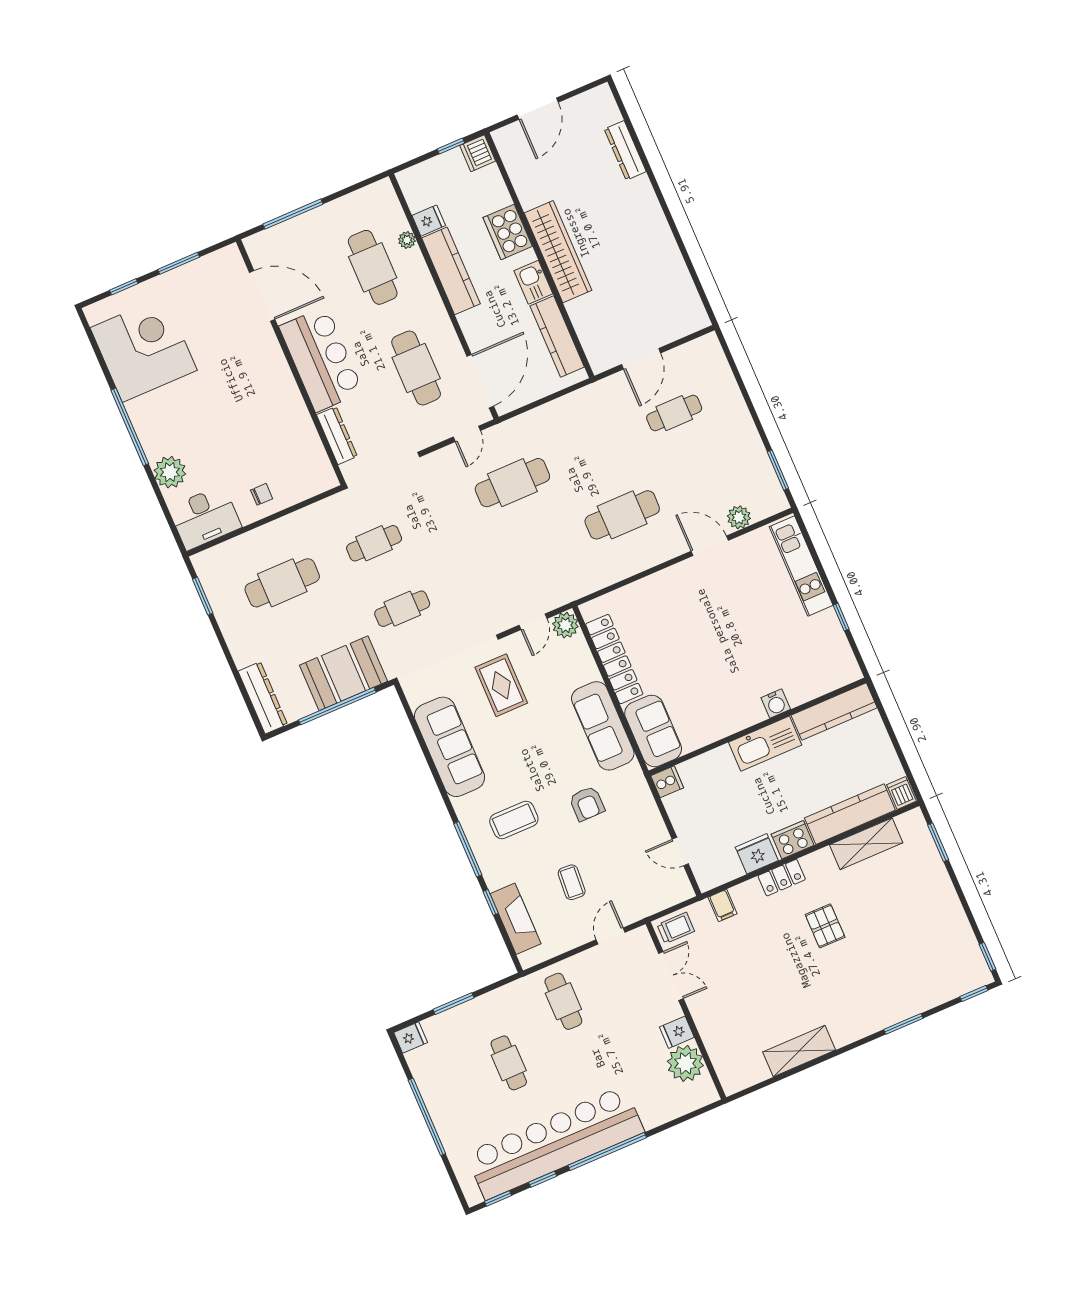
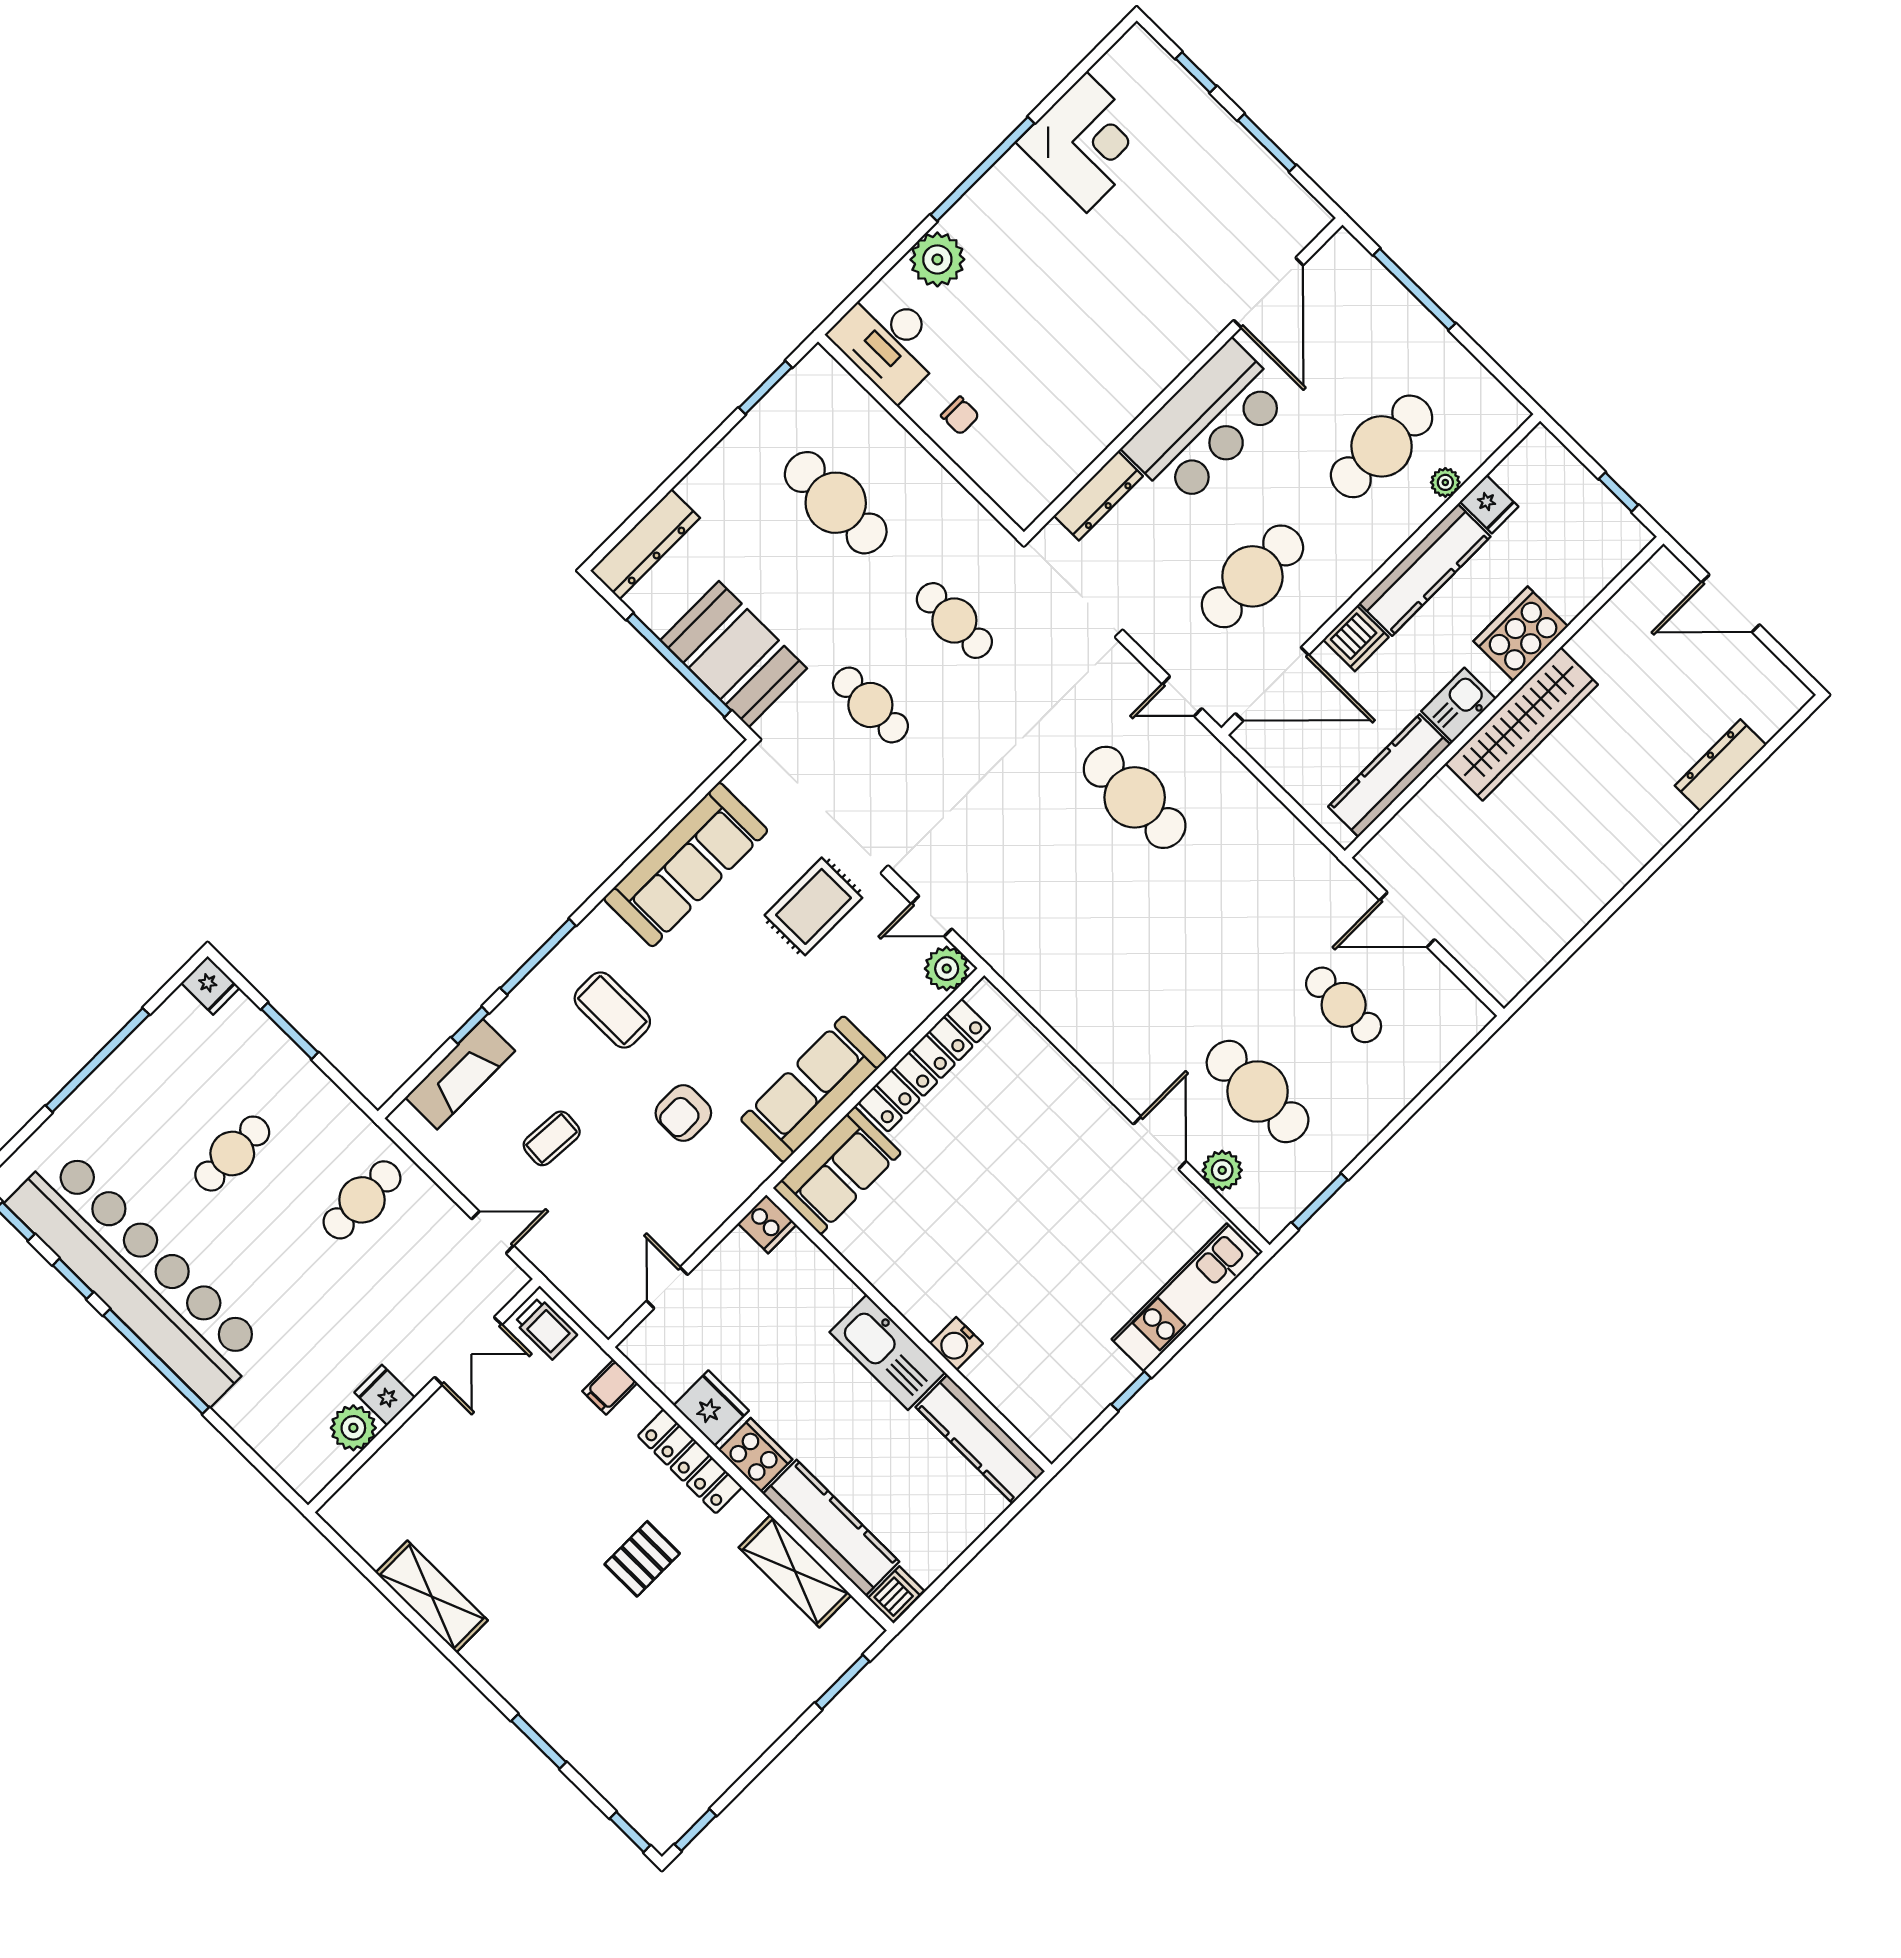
dishwasher: (478, 153) -> (1356, 638), moved, turned 180
corner desk: (144, 349) -> (1086, 142), width x0.74, depth x0.74
cafe table: (622, 515) -> (1258, 1091), moved
locker: (782, 878) -> (690, 1461), width x1.53
plant: (685, 1063) -> (353, 1428), width x0.73, depth x0.73

